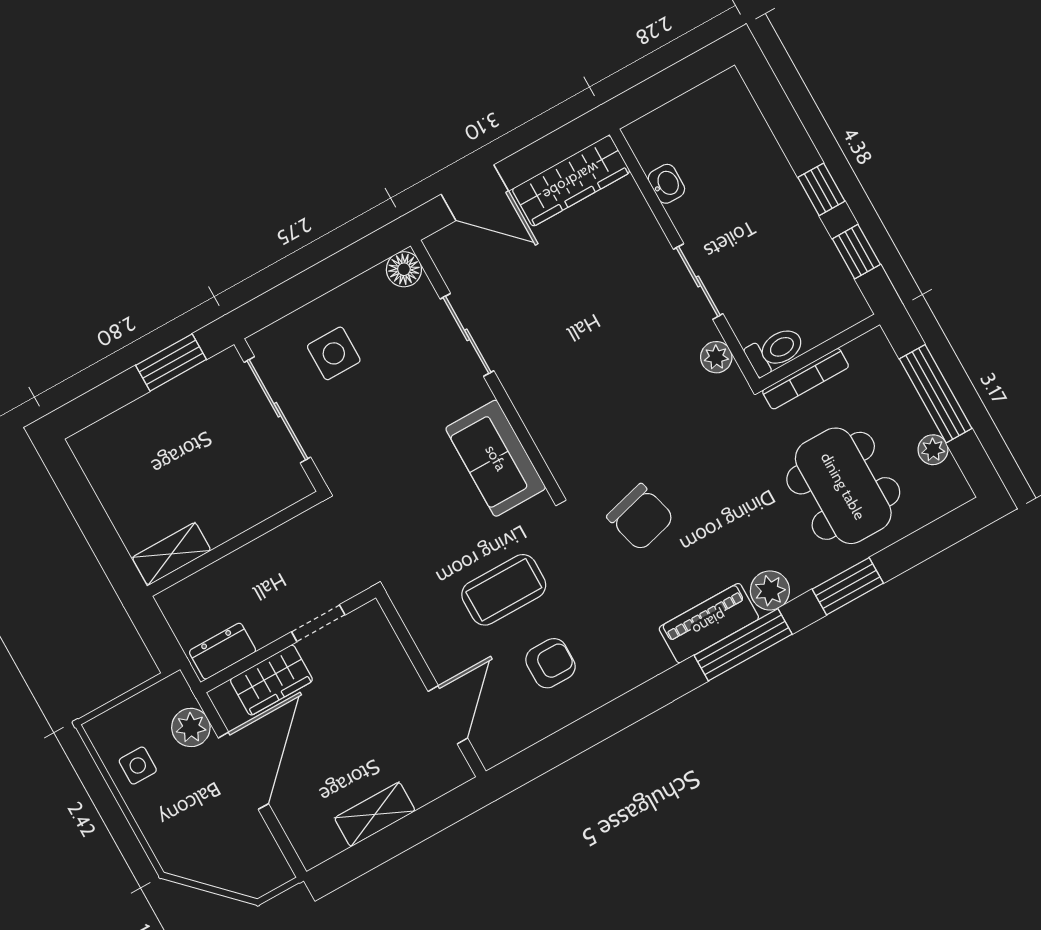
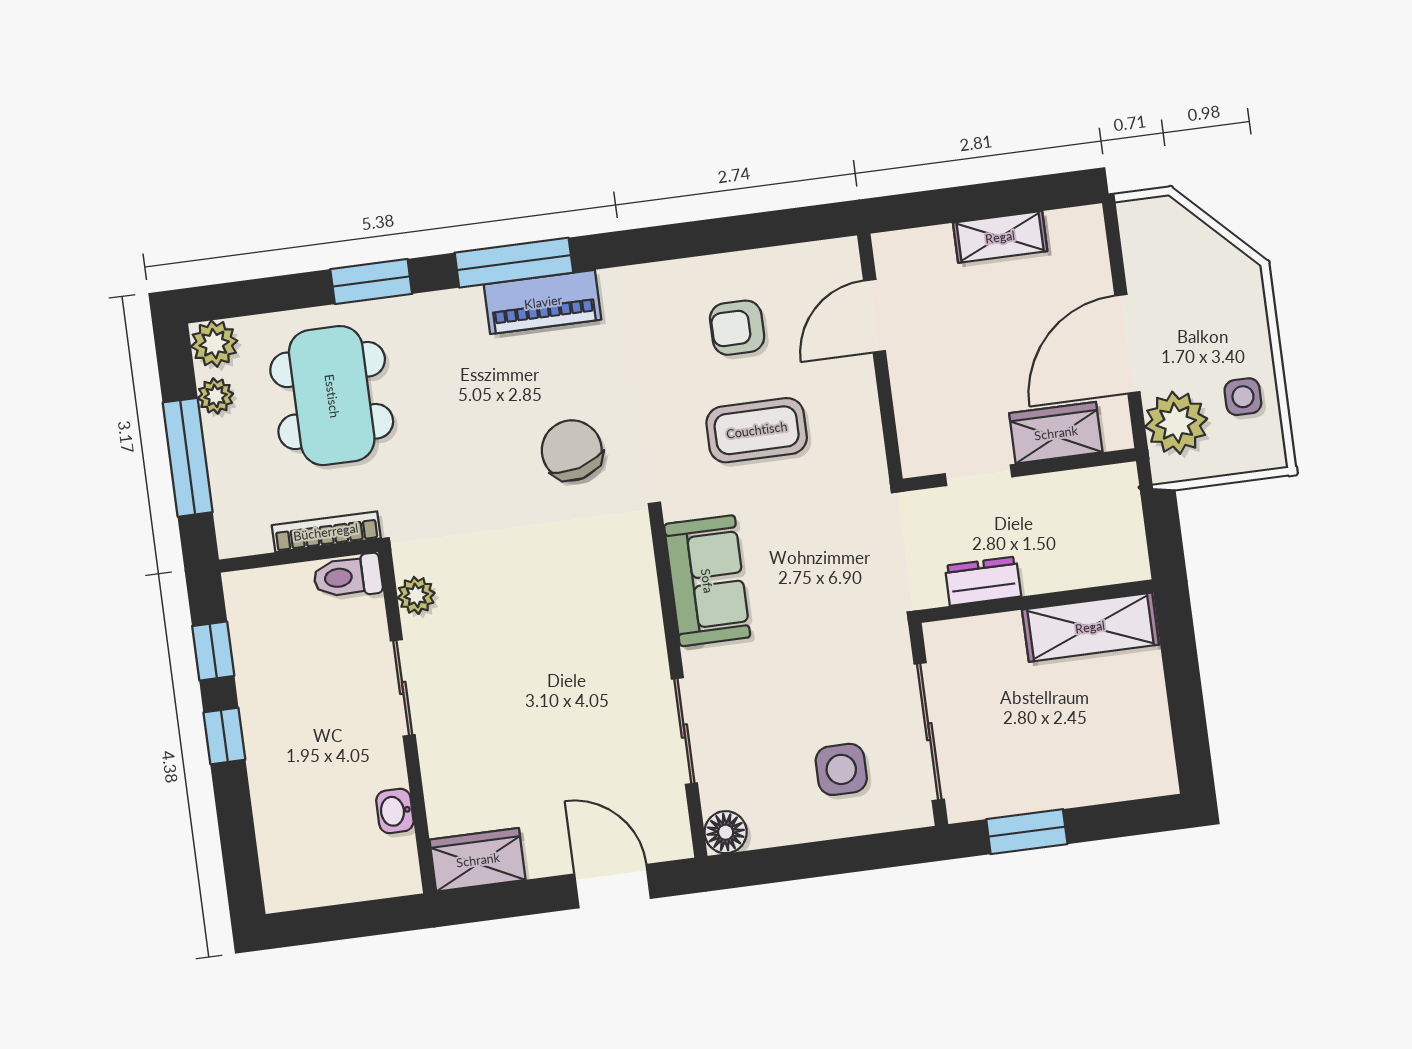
wardrobe: (571, 181) -> (478, 860), width x0.67
shelving: (172, 554) -> (1090, 627), width x1.50, depth x1.33
plant: (770, 590) -> (214, 344), moved
dresser: (223, 651) -> (983, 581), moved, turned 180
plant: (191, 727) -> (1176, 423), width x1.36, depth x1.36

